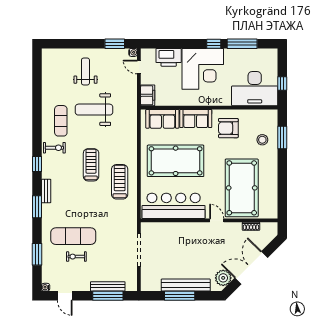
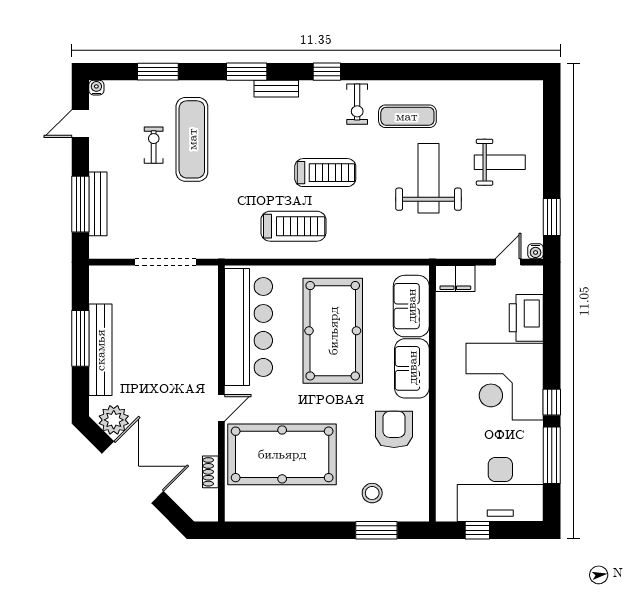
desk: (255, 89) -> (500, 489), moved, turned -90

